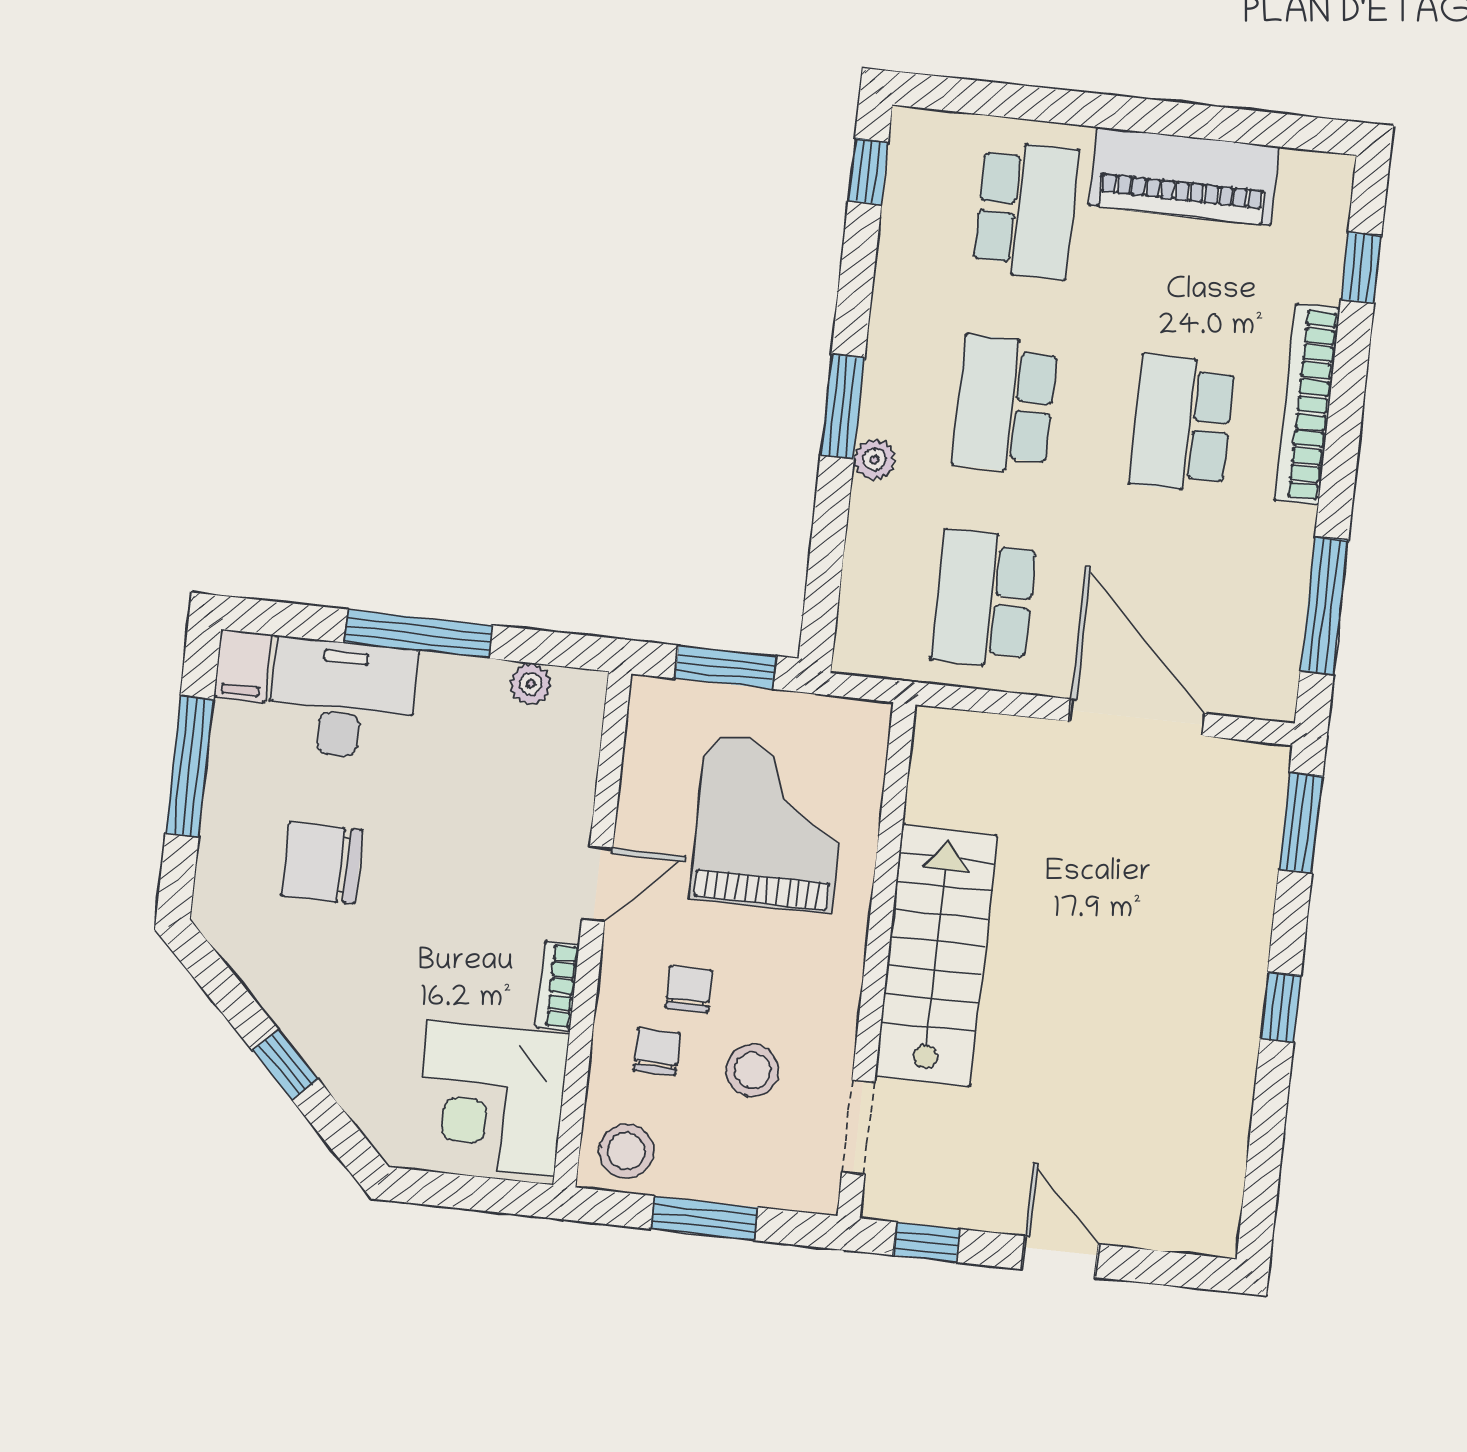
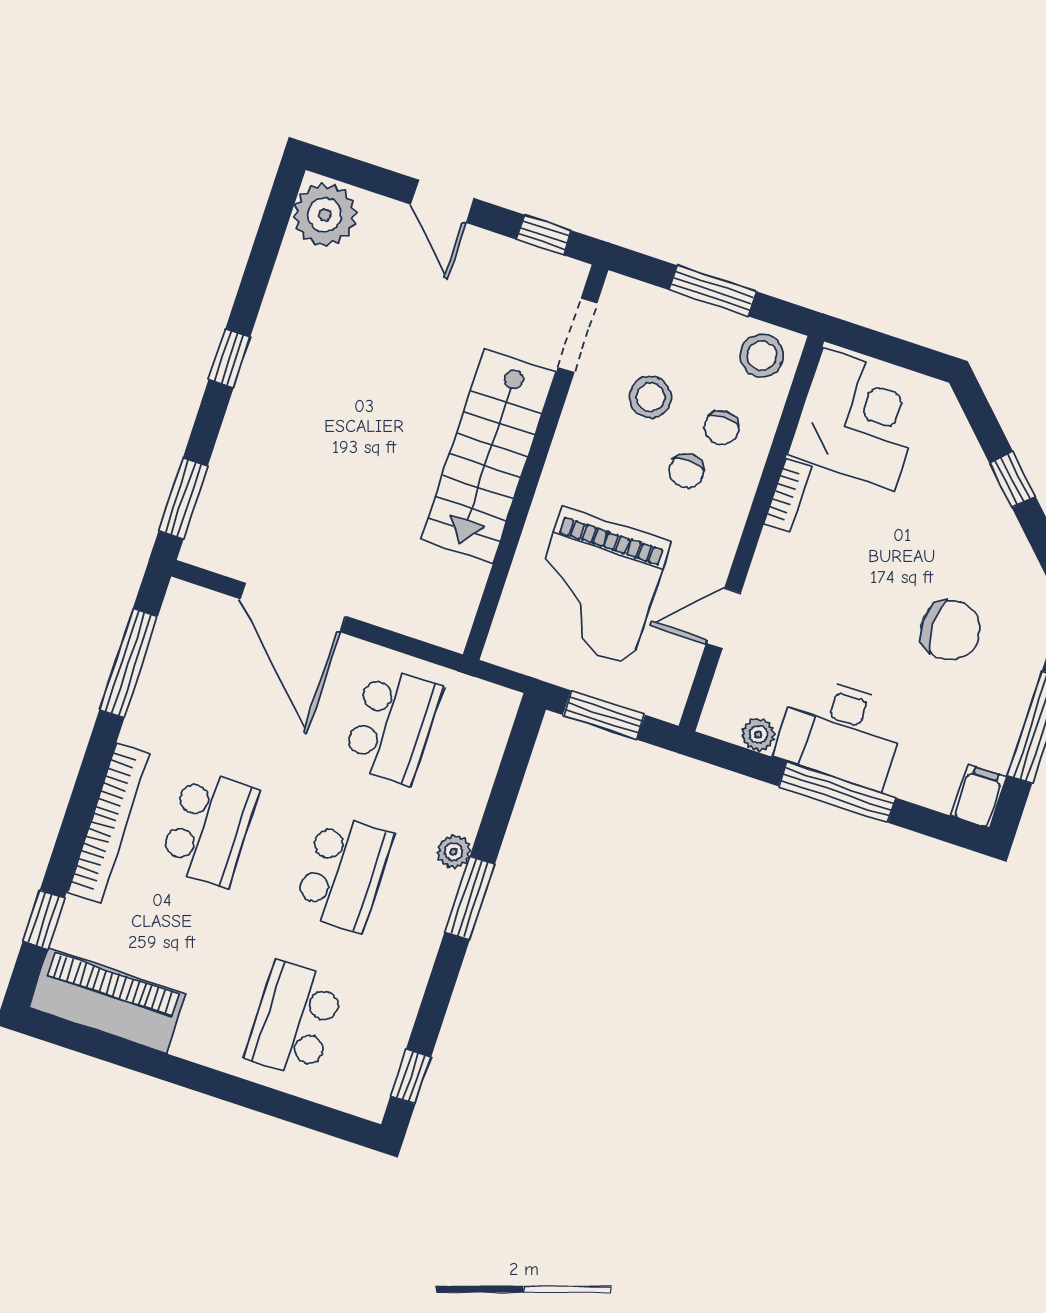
piano: (1184, 176) -> (107, 1001), moved
desk: (342, 699) -> (841, 732), moved
door: (597, 884) -> (723, 618), moved
plant: (1201, 1209) -> (325, 215), added

